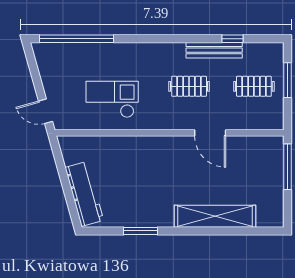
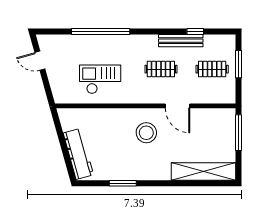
window: (76, 39) -> (101, 31), moved
door: (45, 111) -> (40, 61), moved
stool: (171, 167) -> (146, 133), added
shelving: (215, 216) -> (204, 171), moved

